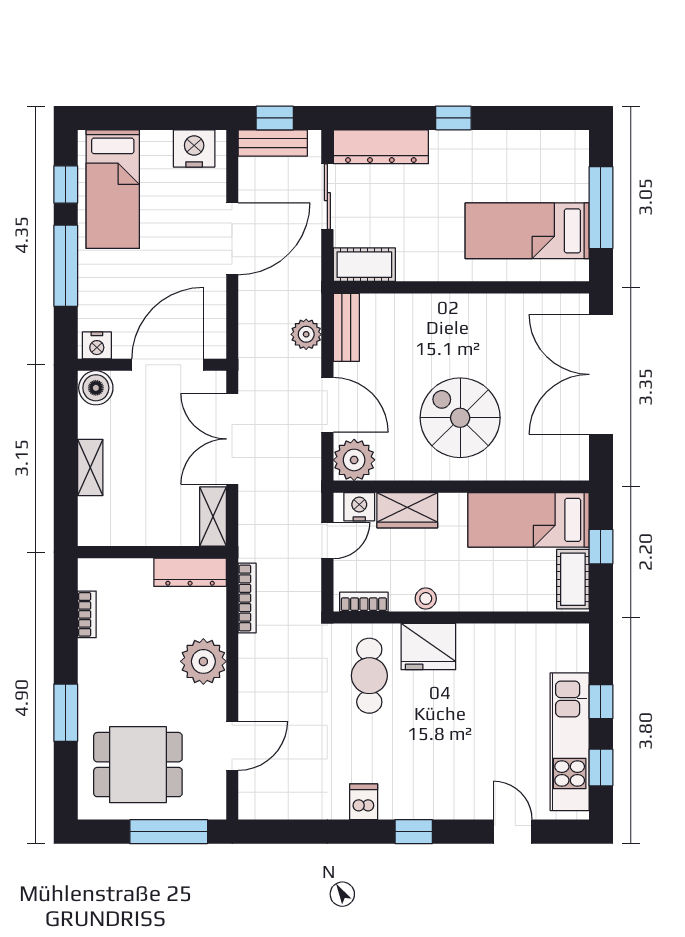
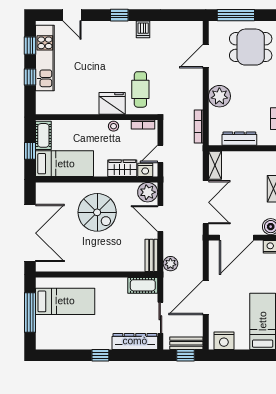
plant: (306, 334) -> (170, 264), moved
dresser: (190, 572) -> (239, 139), moved

